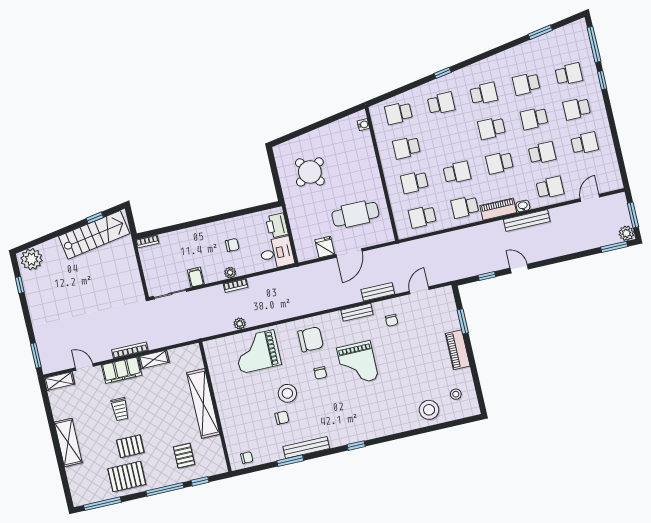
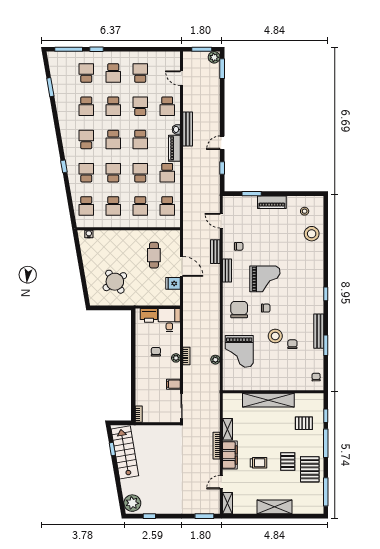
school desk: (449, 138) -> (113, 173), added
school desk: (550, 188) -> (167, 106), turned 180
cafe table: (355, 214) -> (154, 255), width x0.73, depth x0.74

